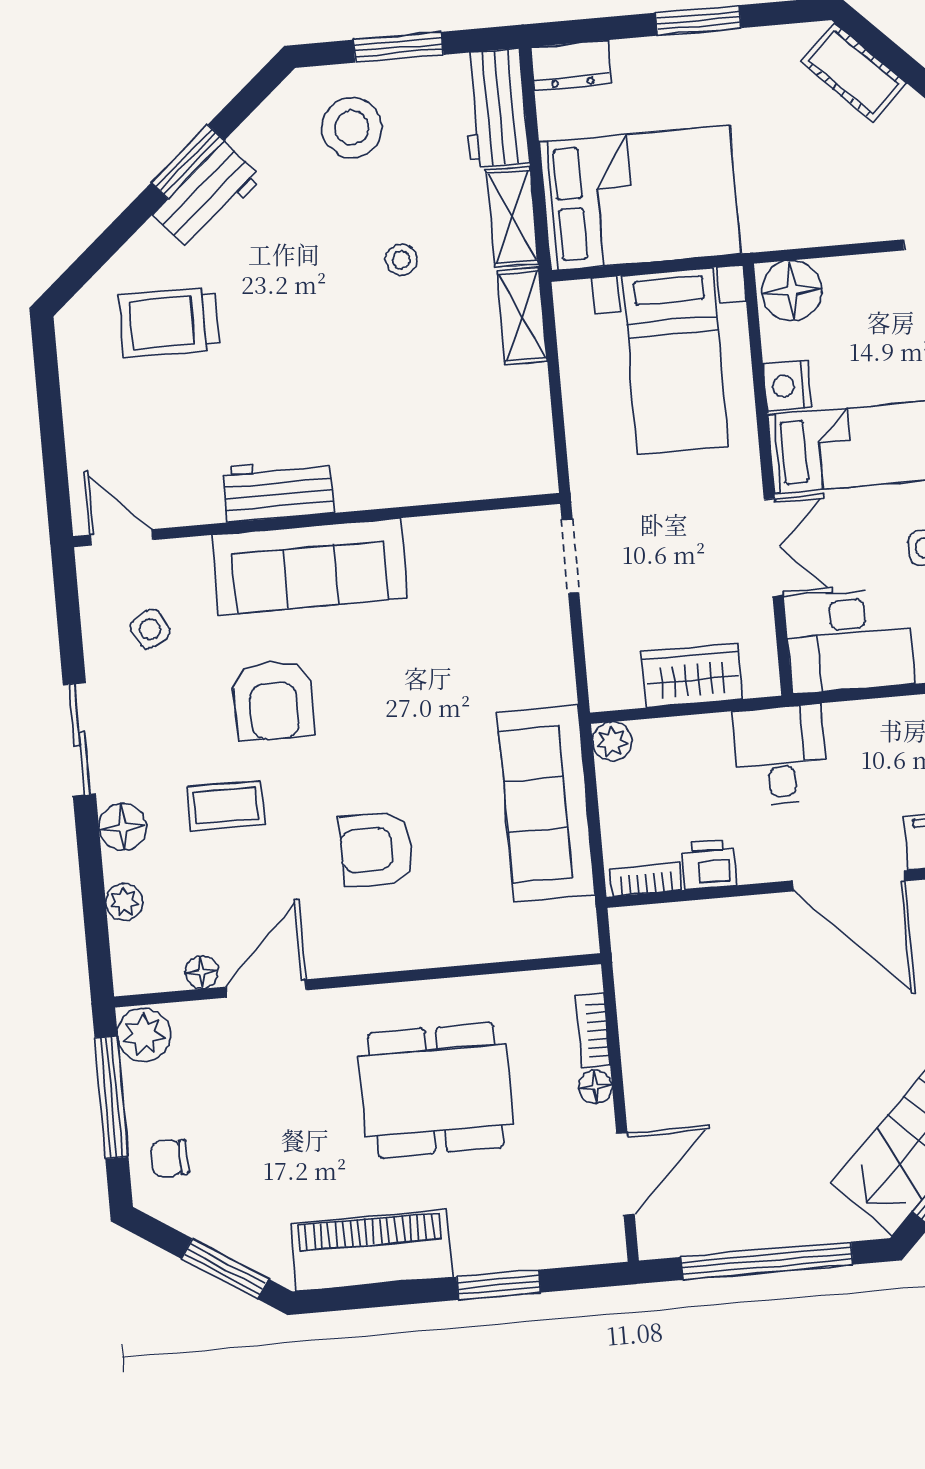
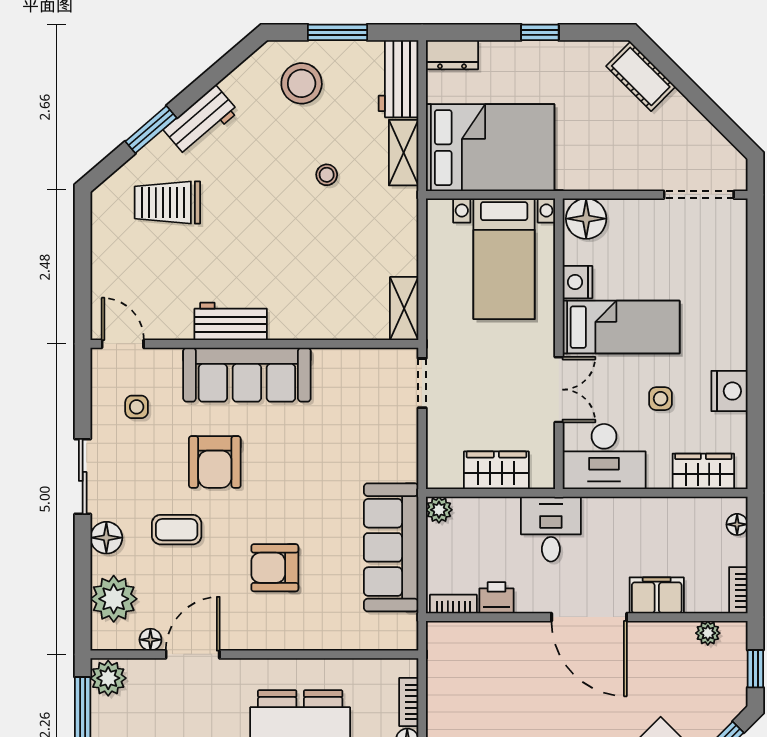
window: (698, 20) -> (540, 32), width x0.67
window: (188, 162) -> (151, 130), moved
shelving: (522, 316) -> (404, 309), moved
side table: (150, 629) -> (137, 407), turned 31
plant: (124, 902) -> (114, 599), width x1.88, depth x1.88

